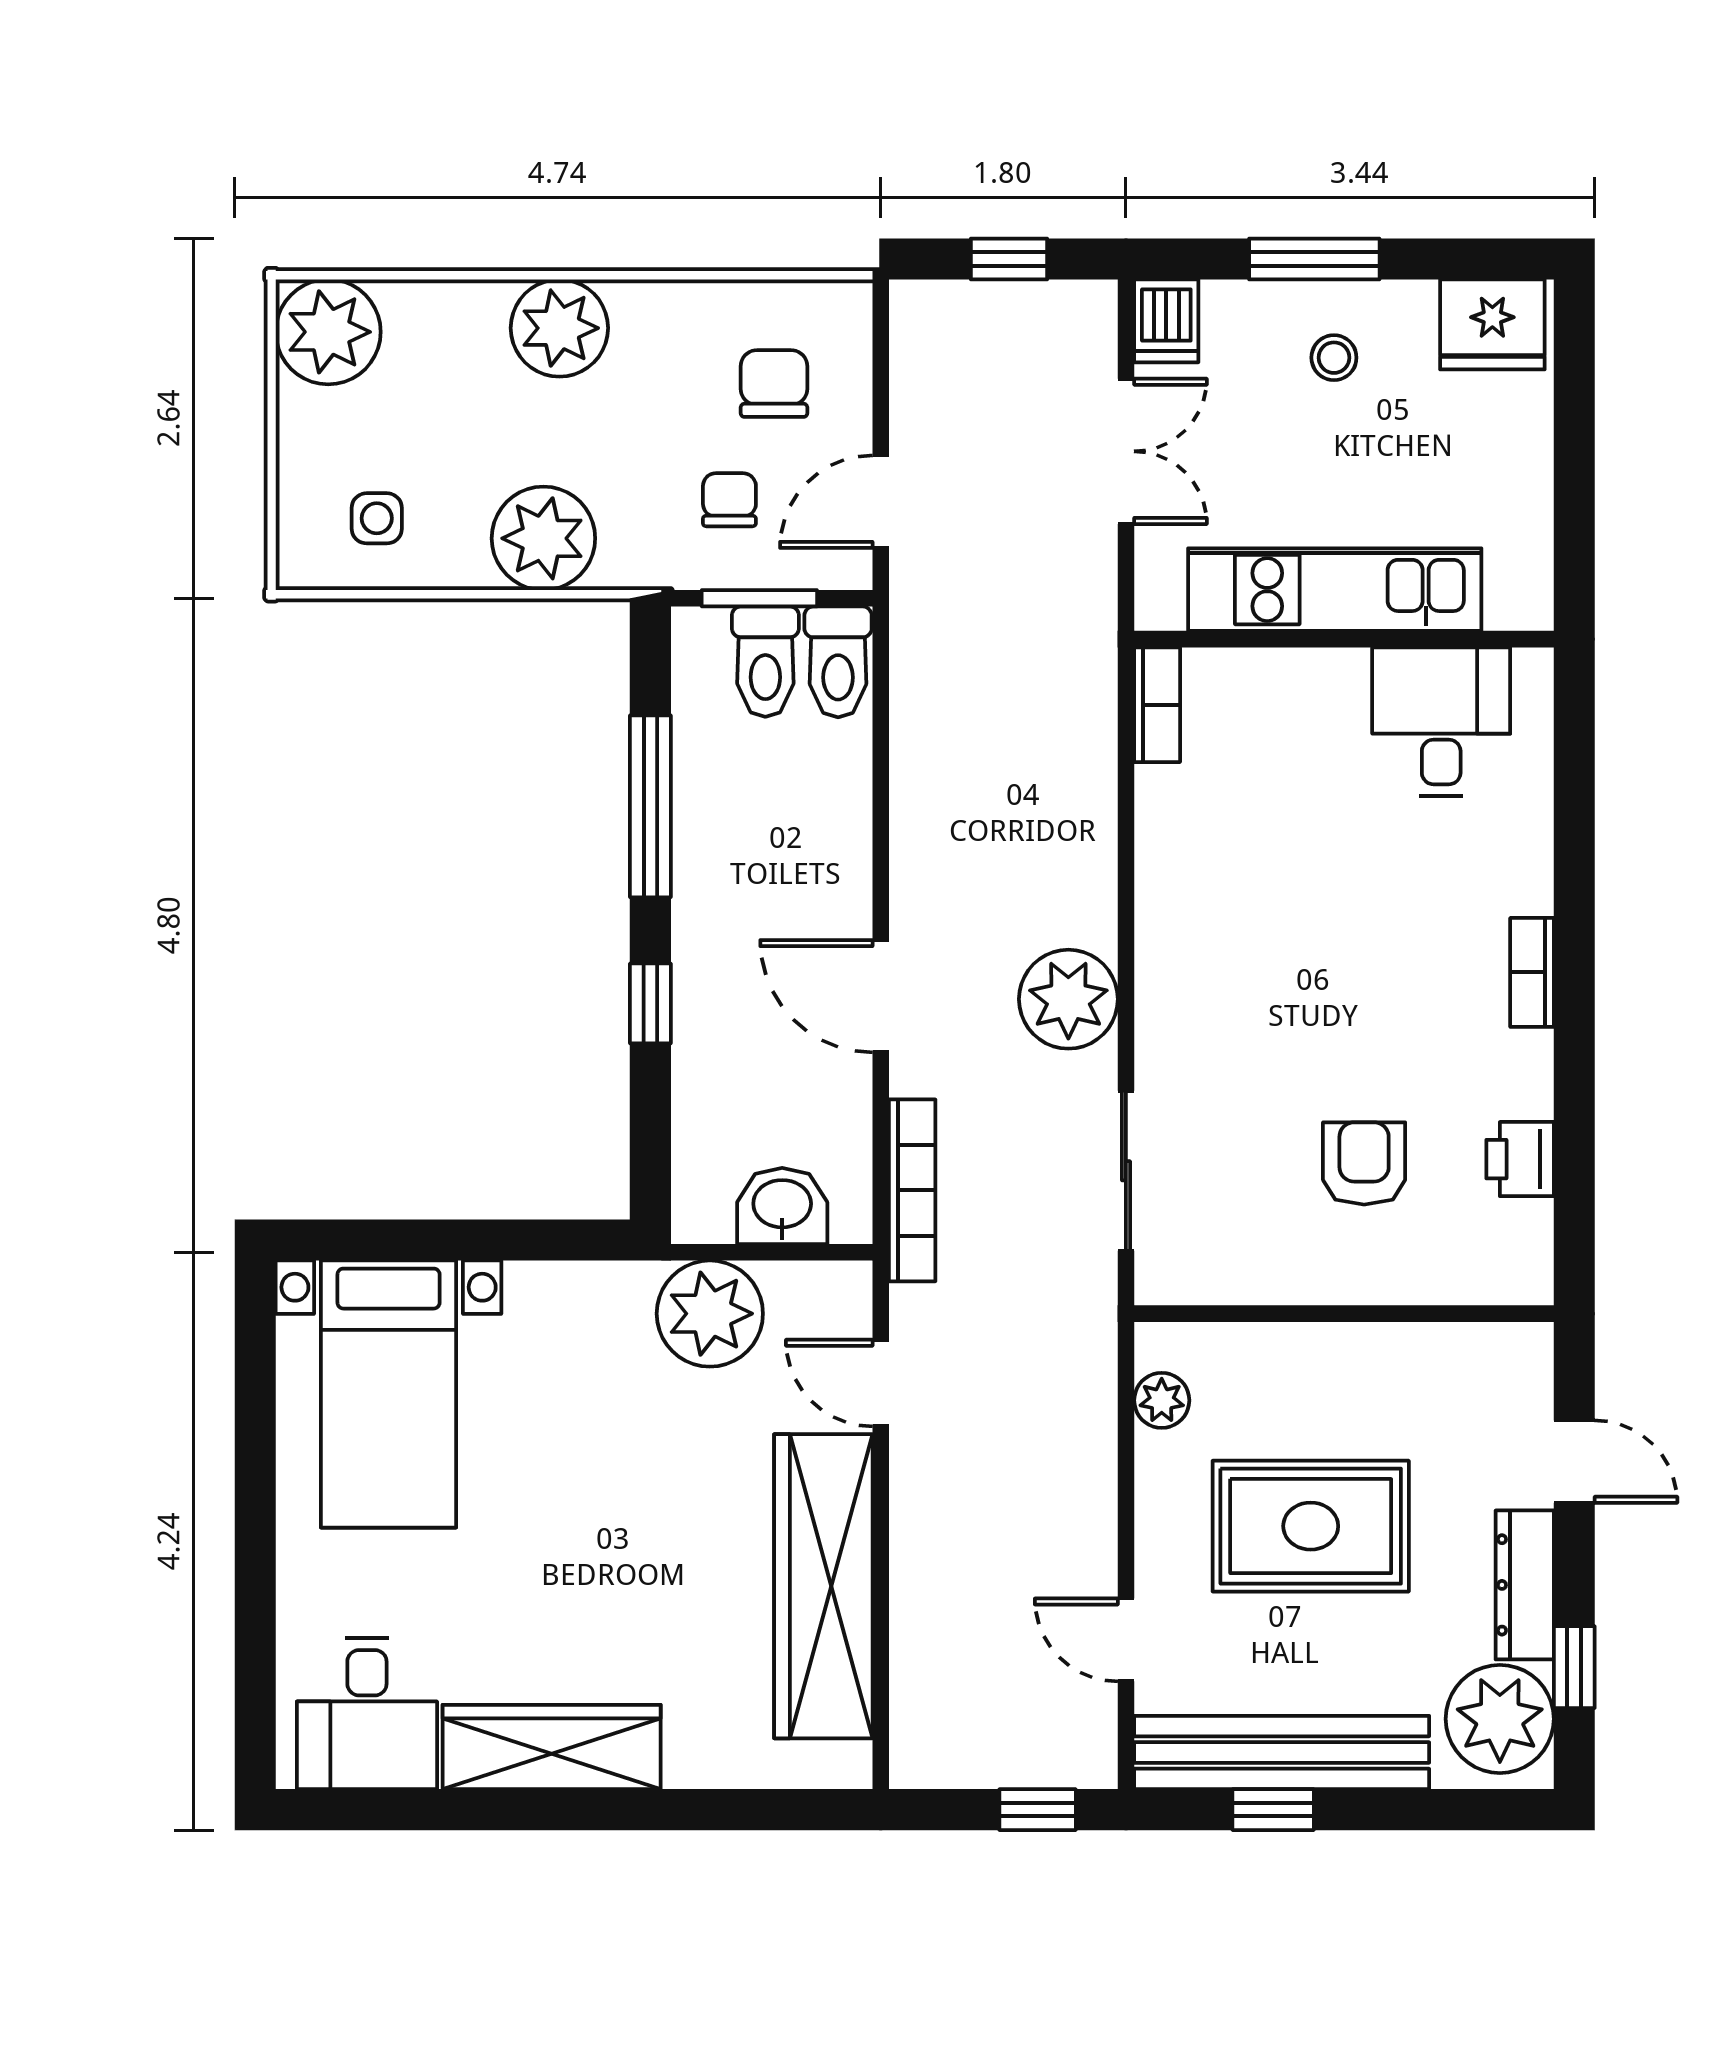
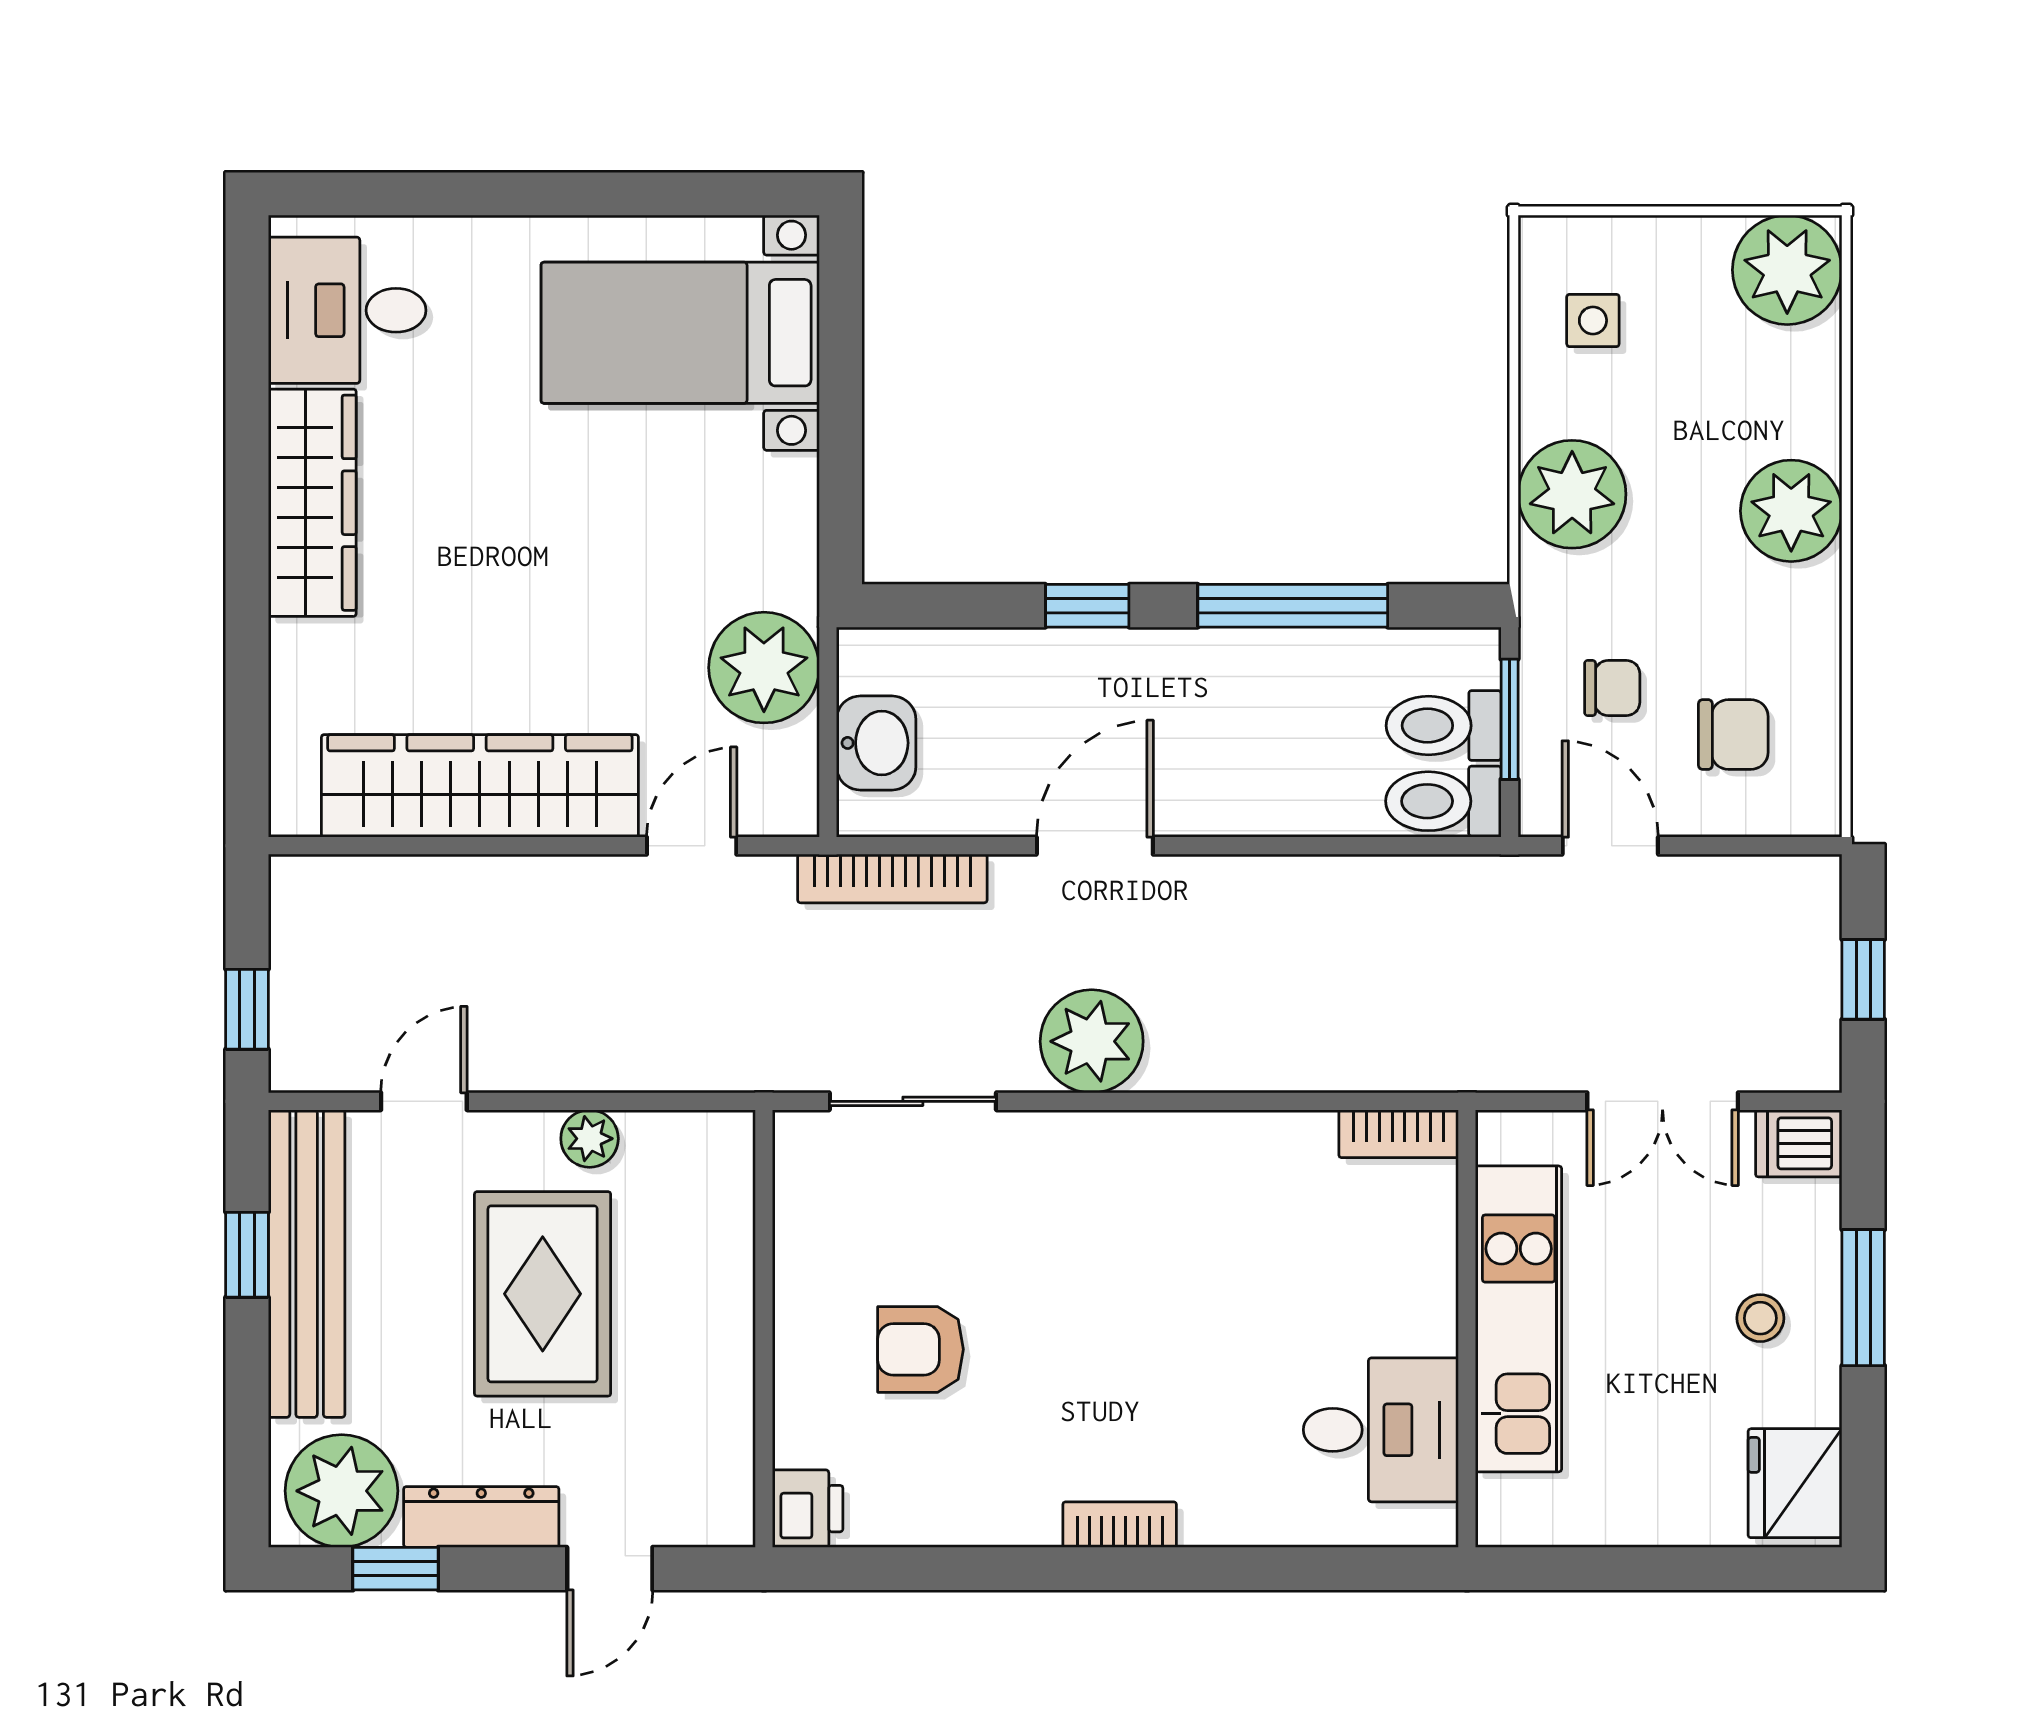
printer: (1520, 1159) -> (808, 1509), moved, turned 90
armchair: (1364, 1163) -> (921, 1349), turned 180
plant: (1162, 1400) -> (590, 1139), moved

